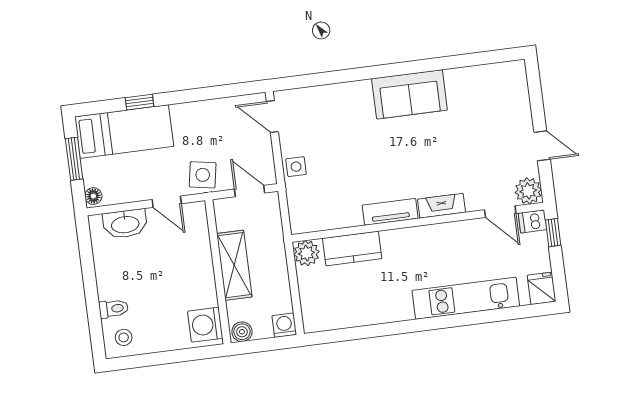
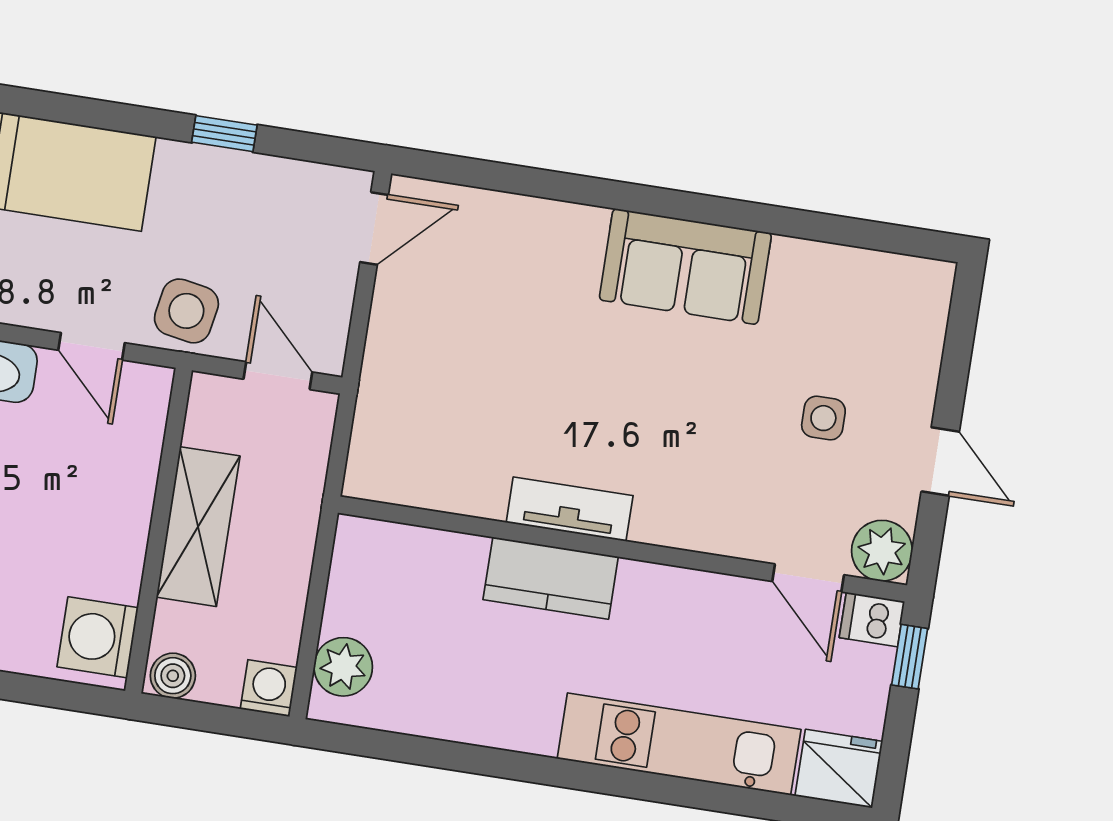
window: (140, 102) -> (224, 134), moved
door: (272, 117) -> (374, 228), swing flipped
side table: (296, 167) -> (823, 418), moved
fireplace: (442, 206) -> (685, 528), removed
kitchen counter: (352, 248) -> (551, 578), moved
plant: (306, 253) -> (343, 667), moved
fridge: (542, 288) -> (839, 769), width x1.38

